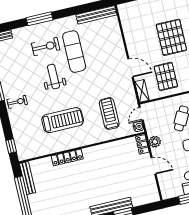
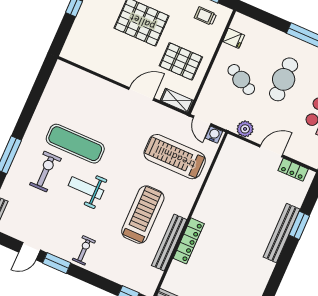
bench: (96, 15) -> (169, 243), moved
treadmill: (109, 114) -> (175, 157), width x1.37, depth x1.38
locker: (142, 144) -> (293, 170), moved

